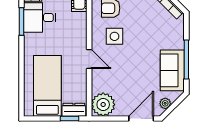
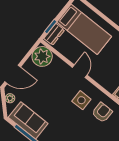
door: (89, 59) -> (80, 71), swing flipped
door: (141, 118) -> (13, 74), hinge flipped

